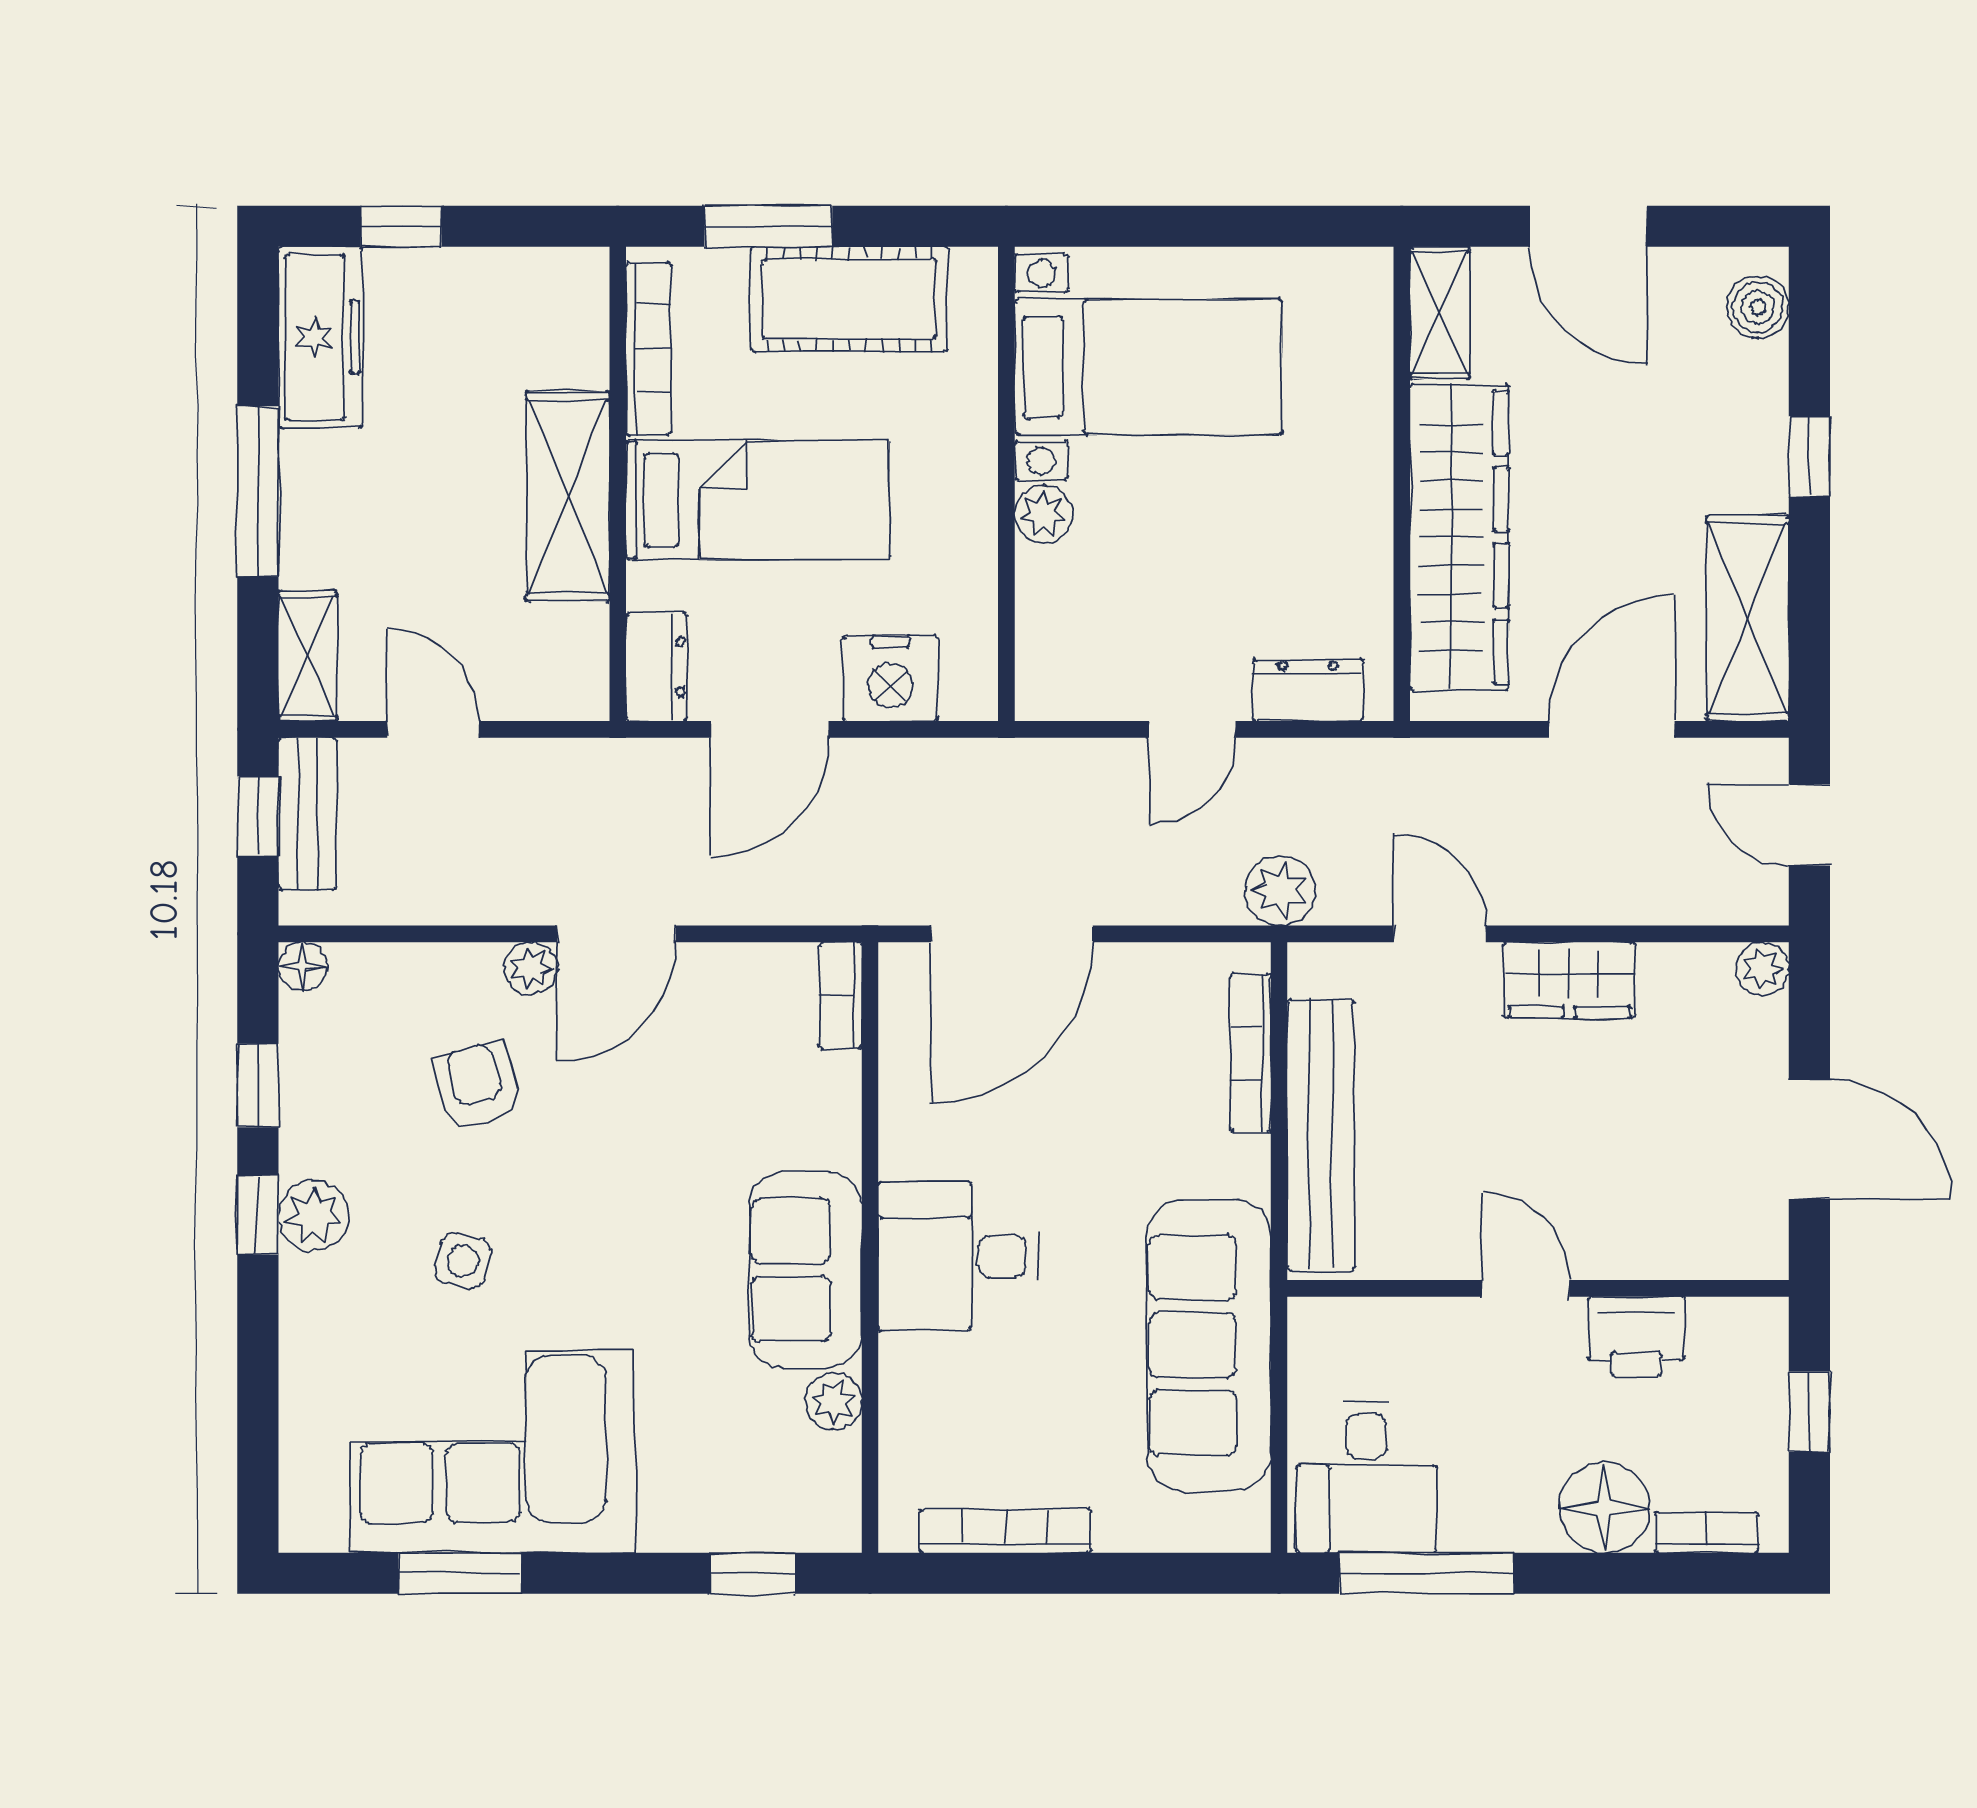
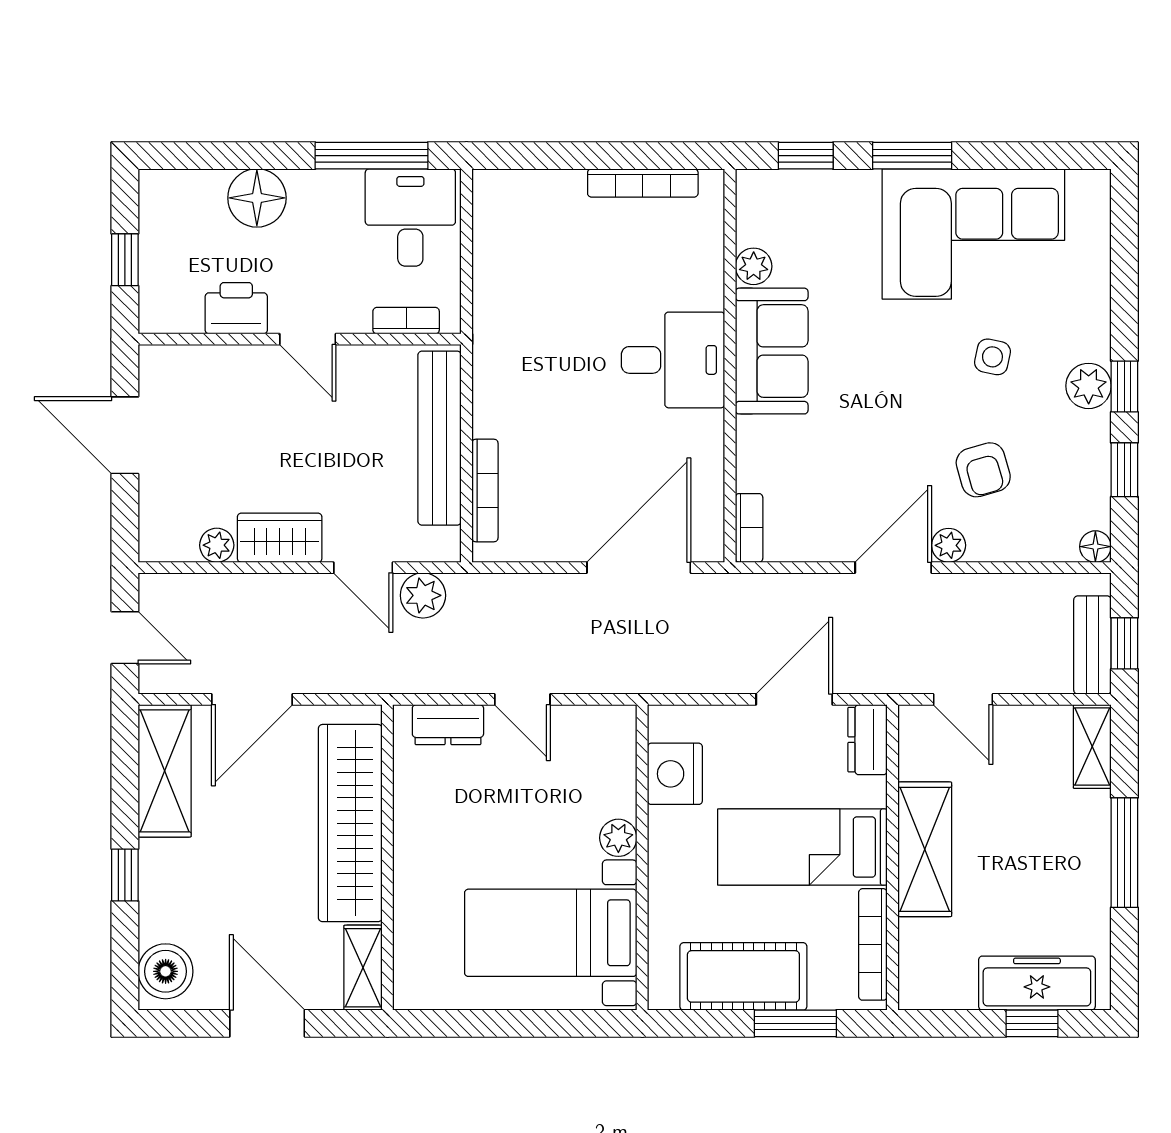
boiler: (1758, 307) -> (166, 971), width x1.36, depth x1.36
freezer: (320, 337) -> (1037, 983), moved, turned 90
nightstand: (891, 678) -> (675, 774), moved, turned -90
door: (433, 729) -> (963, 699), moved
door: (1192, 729) -> (522, 699), swing flipped
plant: (1280, 891) -> (423, 595), moved
plant: (1762, 969) -> (217, 545), moved
sofa: (1209, 1345) -> (512, 303), removed
bookcase: (1707, 1532) -> (406, 321), moved, turned 180
window: (460, 1573) -> (912, 156), moved

